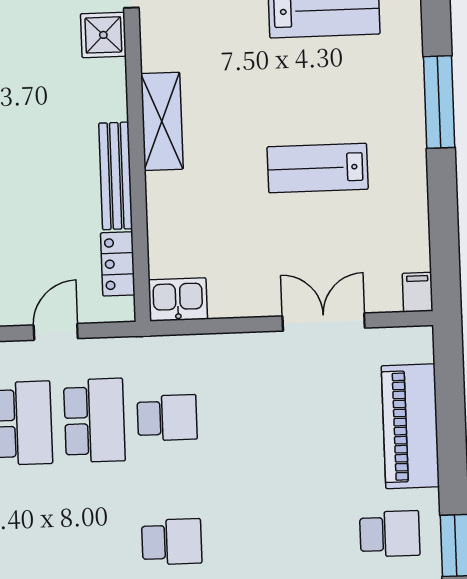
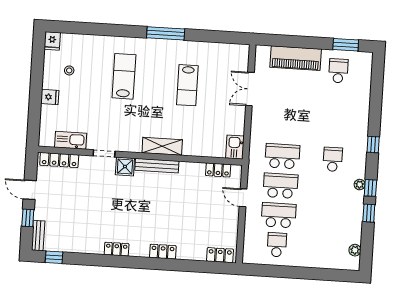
bench: (116, 176) -> (157, 166), moved
filing cabinet: (418, 292) -> (242, 50), removed
school desk: (167, 418) -> (282, 156), width x1.85

